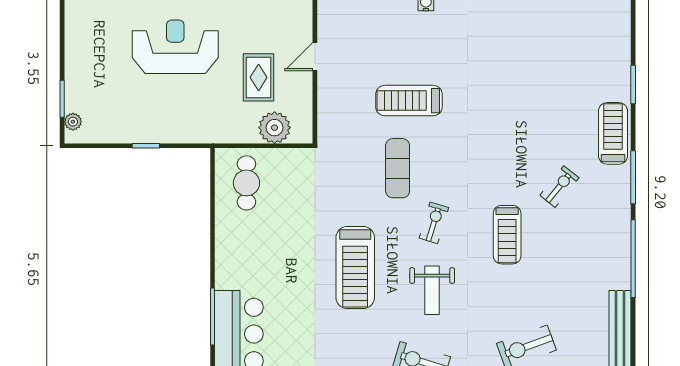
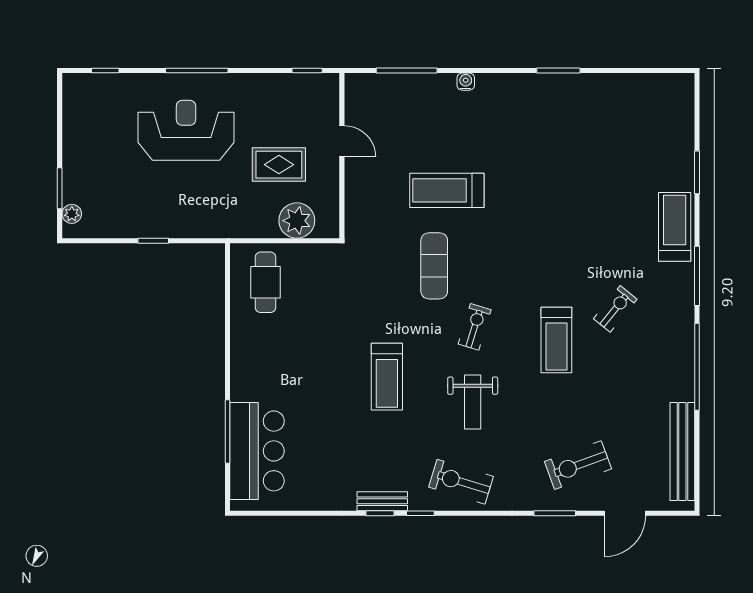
door: (315, 57) -> (342, 141), swing flipped
rug: (259, 77) -> (279, 165), turned 90
exercise bike: (559, 187) -> (615, 309), moved
treadmill: (355, 267) -> (387, 377), width x0.73, depth x0.73

